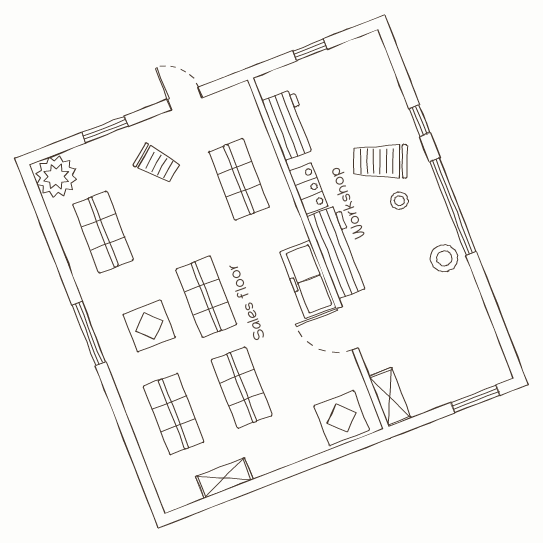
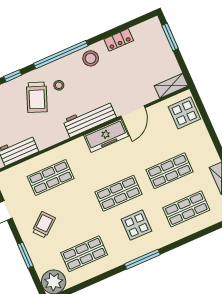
locker: (309, 189) -> (119, 40), moved, turned 180

